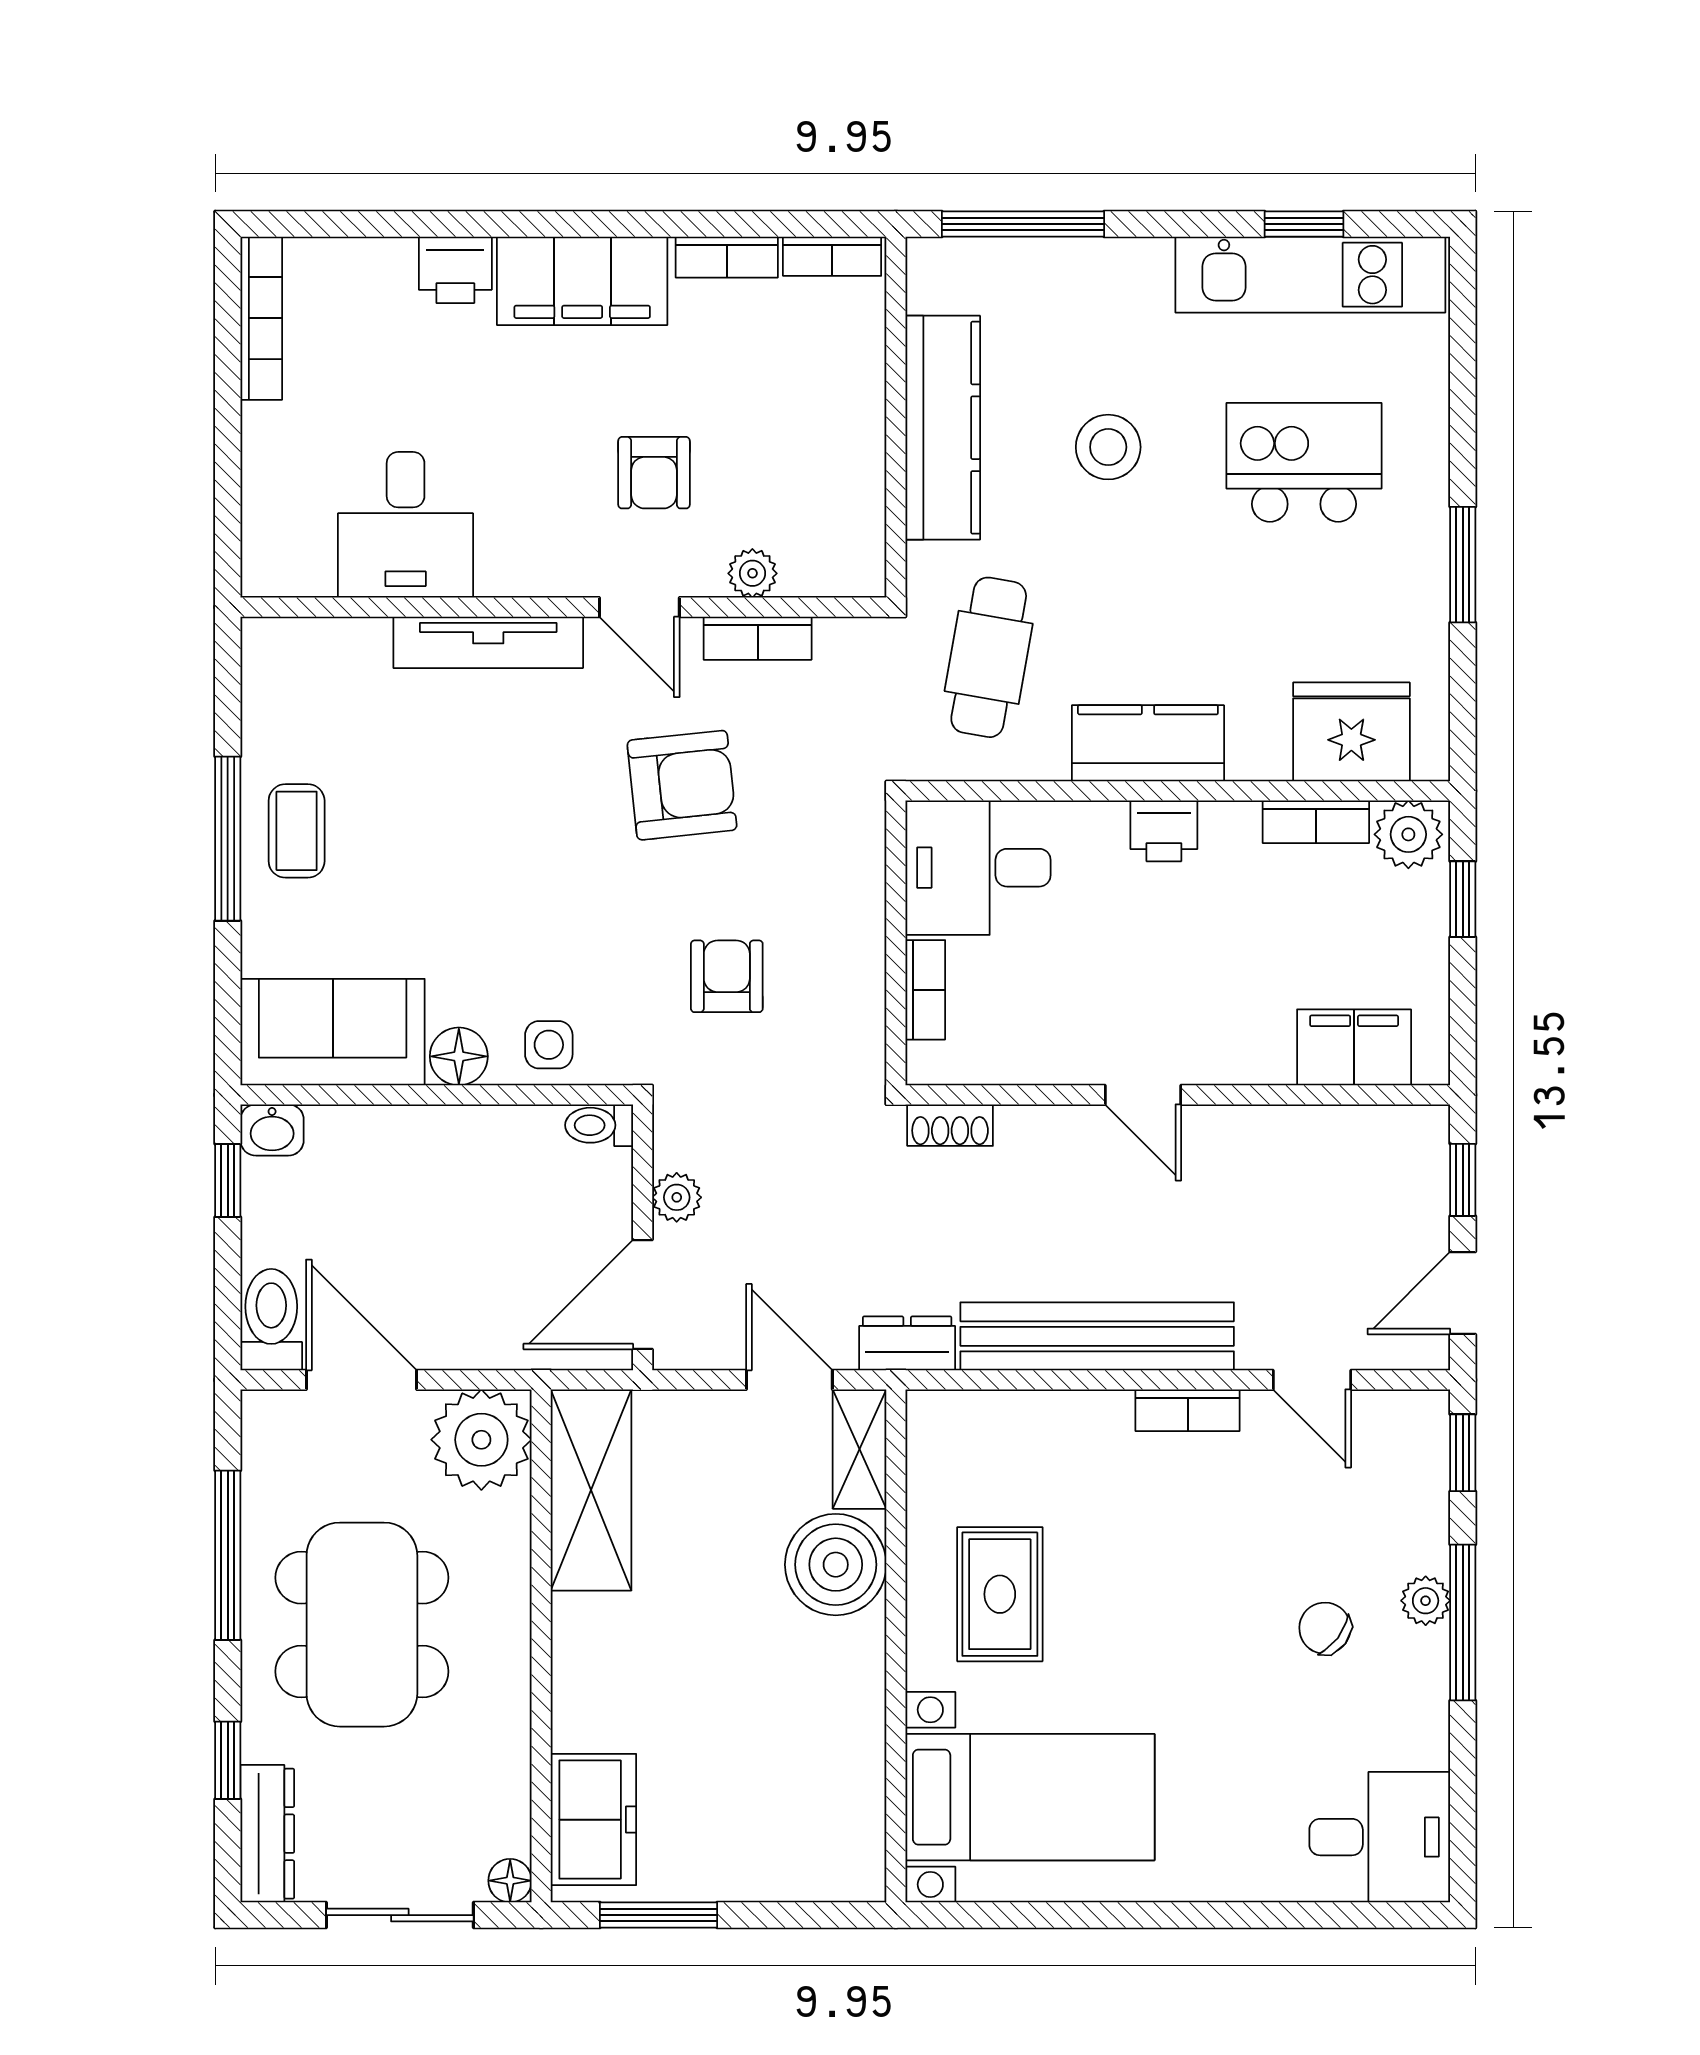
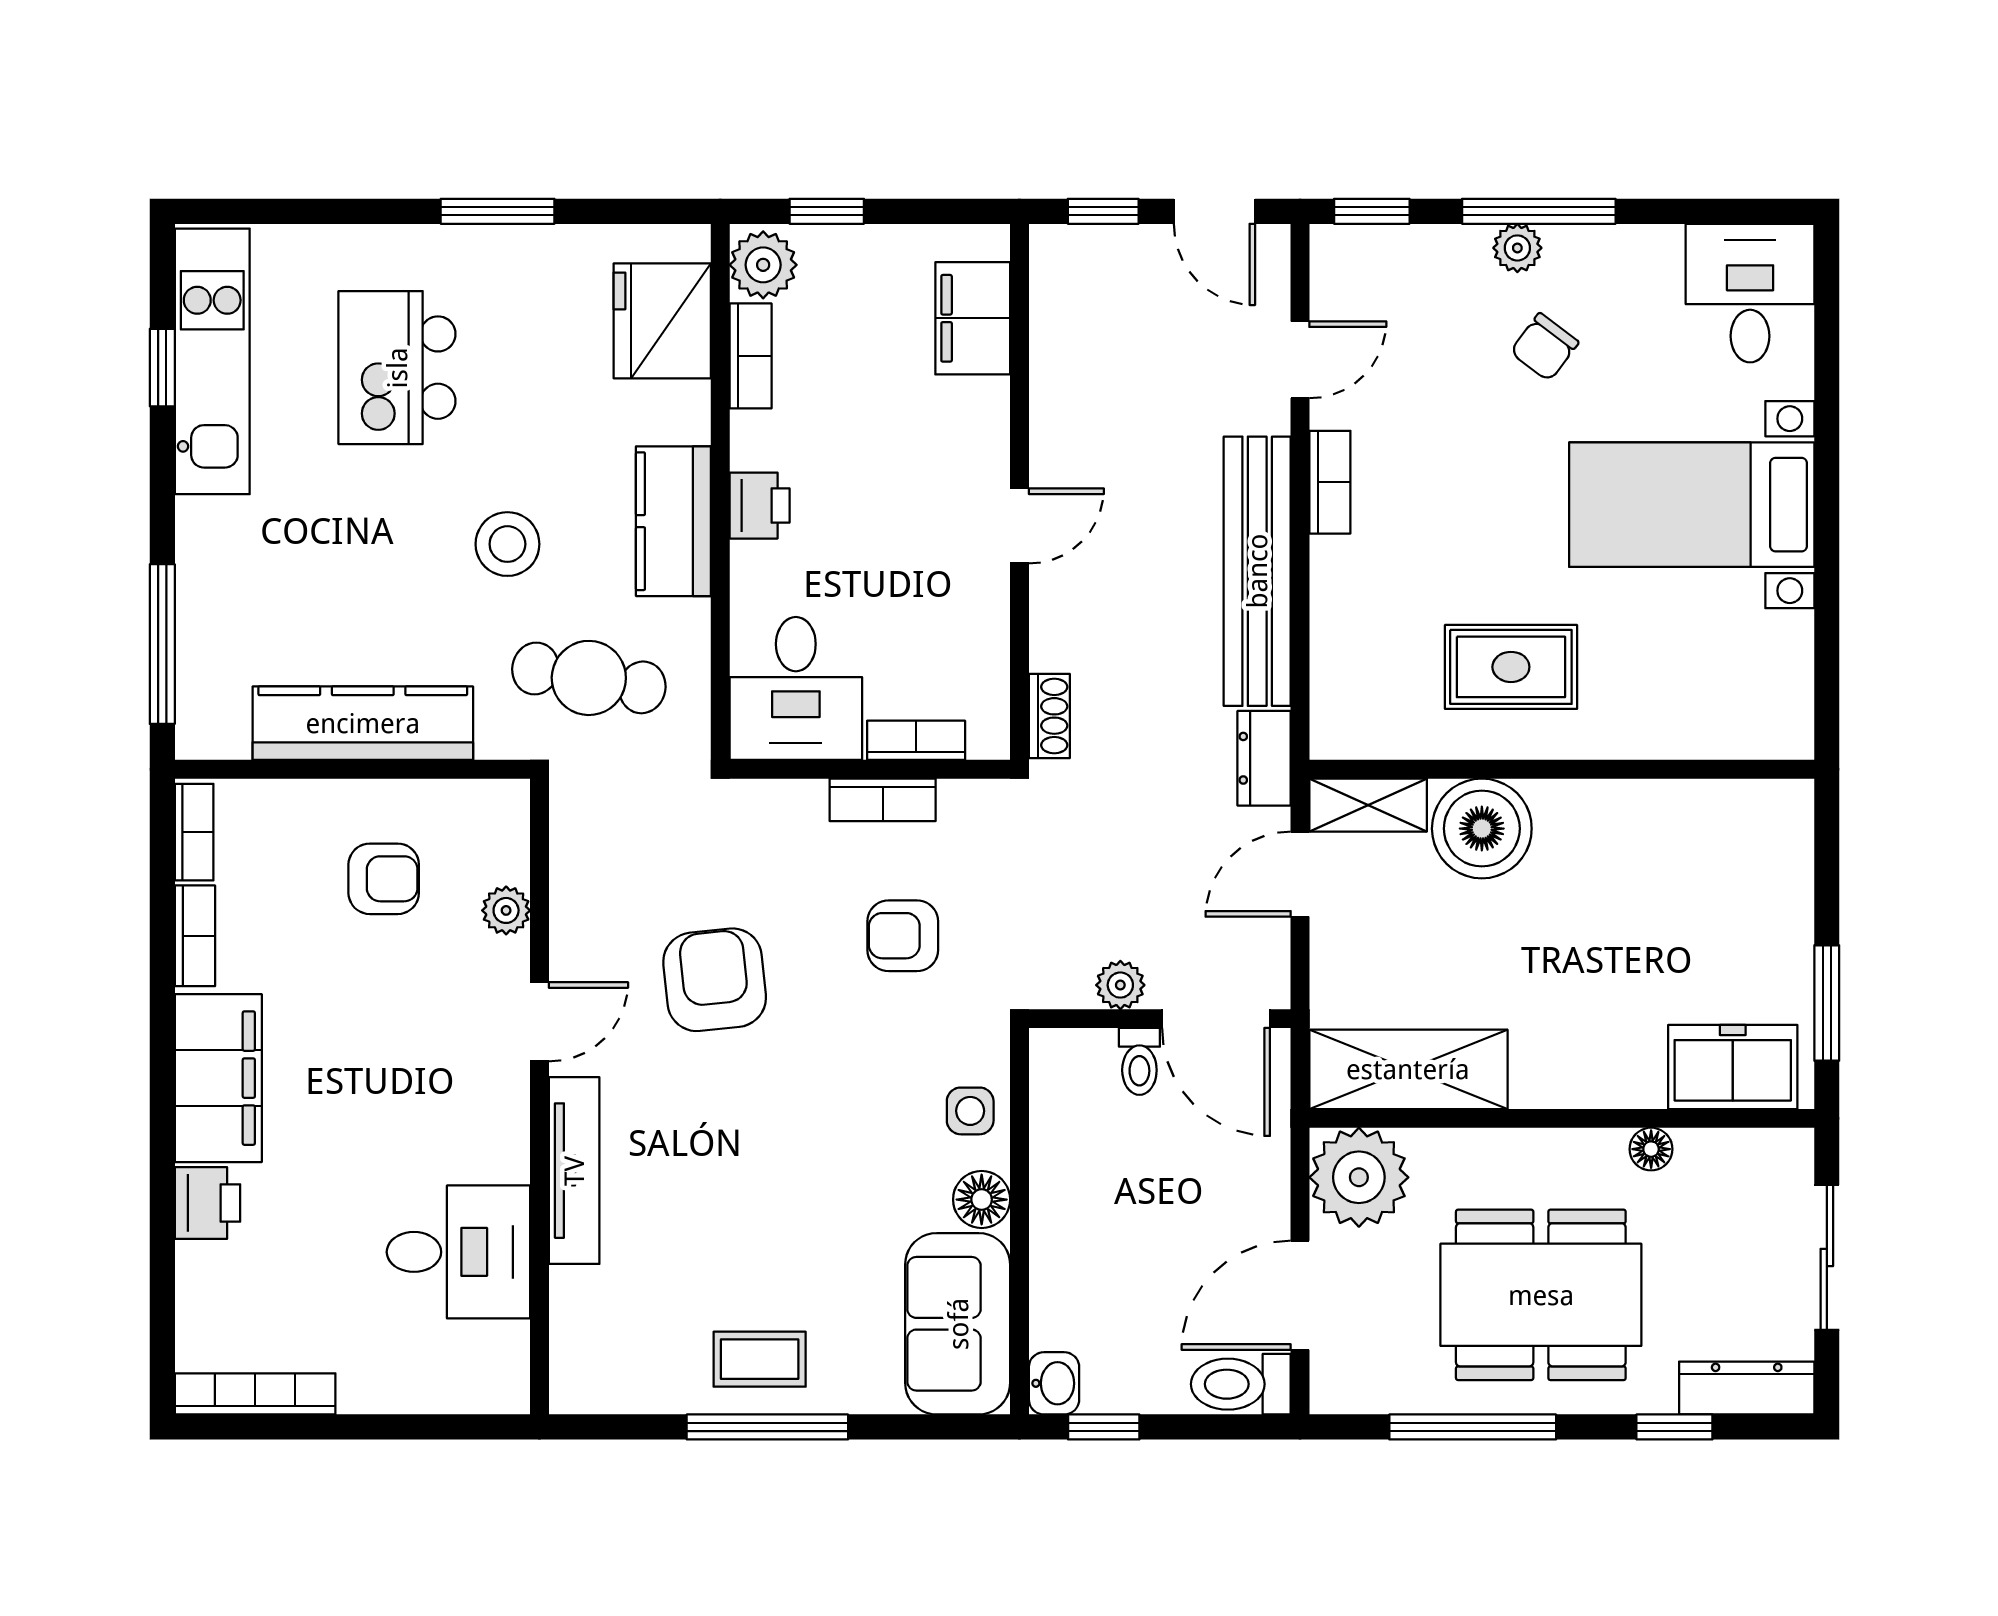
stool: (1108, 447) -> (507, 544), moved
armchair: (654, 473) -> (384, 879), moved
bookcase: (758, 638) -> (883, 800), moved, turned 90
toilet: (599, 1125) -> (1139, 1061), moved
bed with nightstands: (1030, 1797) -> (1692, 505), moved, turned -90
floor lamp: (510, 1881) -> (1651, 1149), moved

